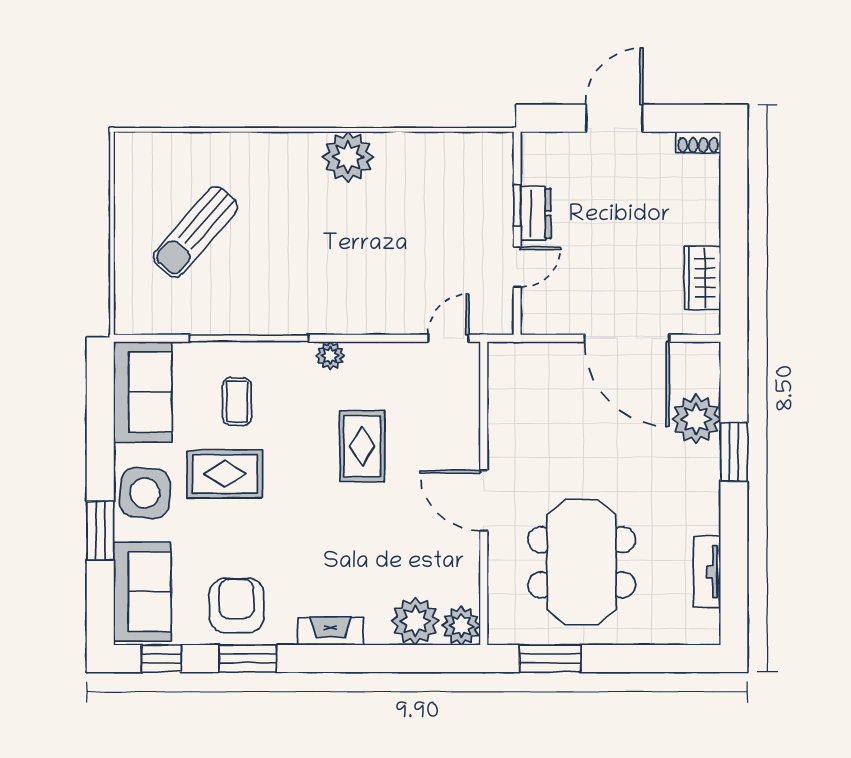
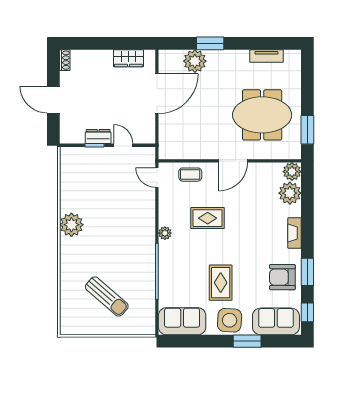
coffee table: (237, 402) -> (190, 175), moved

